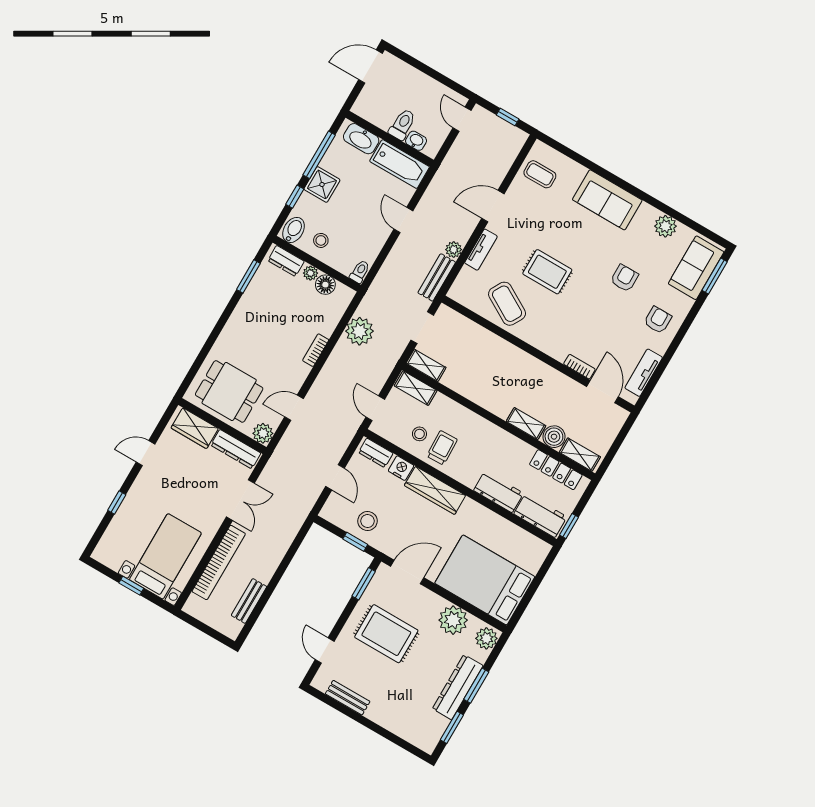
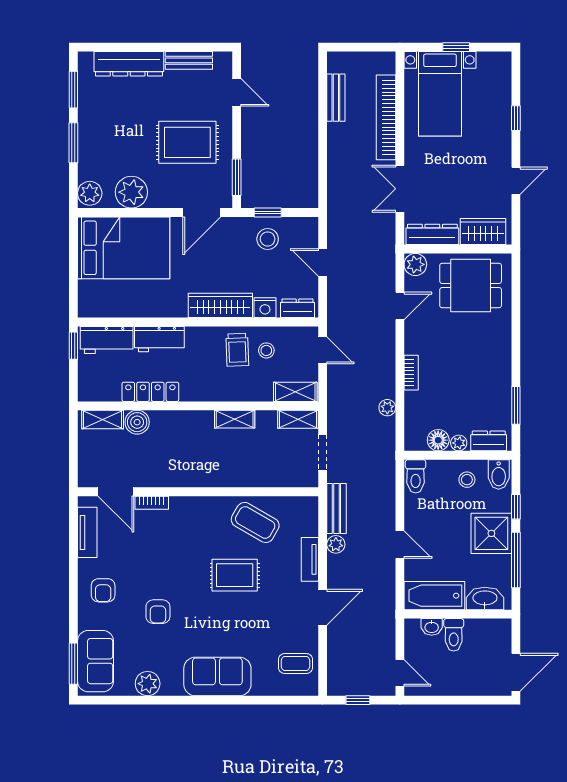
shower: (322, 184) -> (491, 533), width x1.36, depth x1.36
toilet: (360, 272) -> (416, 476), width x1.37, depth x1.39
plant: (360, 331) -> (387, 408), width x0.53, depth x0.53
shelving: (526, 424) -> (235, 419), moved
locker: (556, 470) -> (150, 392), moved
dresser: (458, 687) -> (129, 64), moved, turned 90

